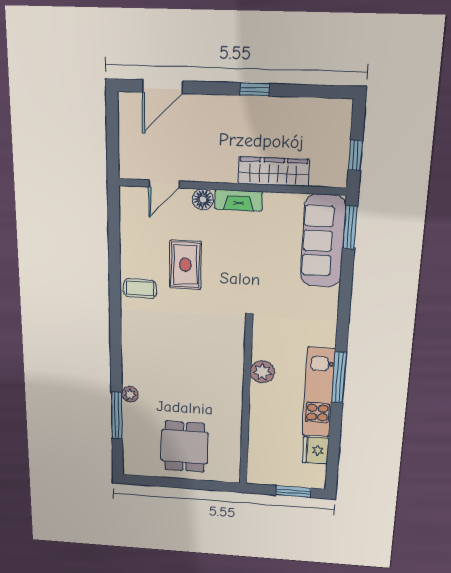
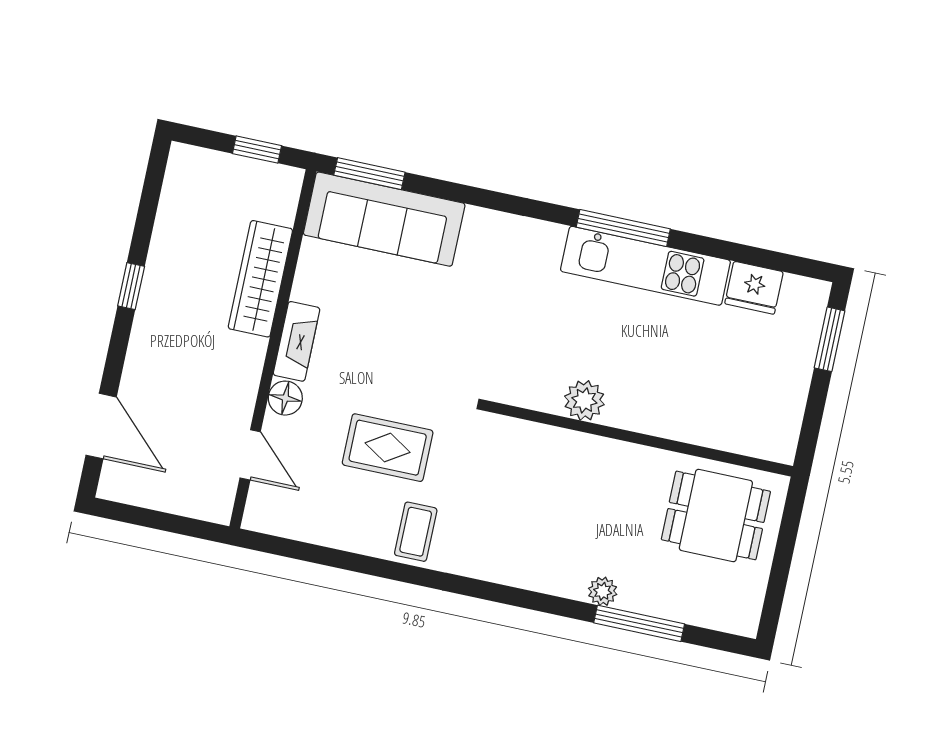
plant: (262, 372) -> (584, 400), moved
wall: (246, 404) -> (640, 439), moved

